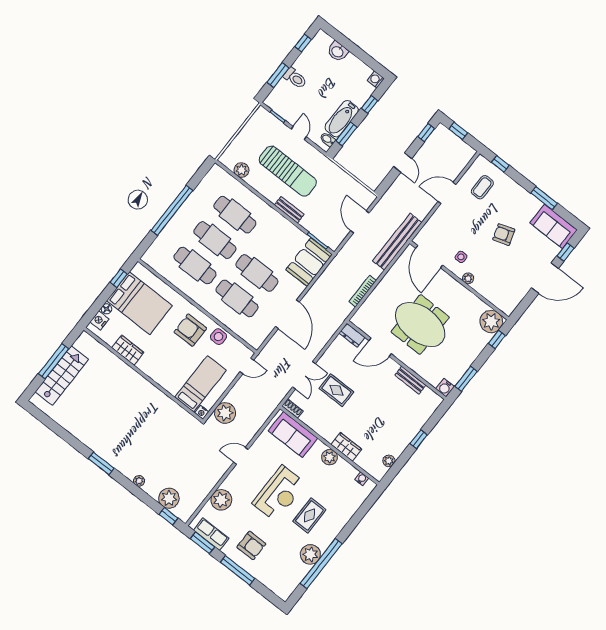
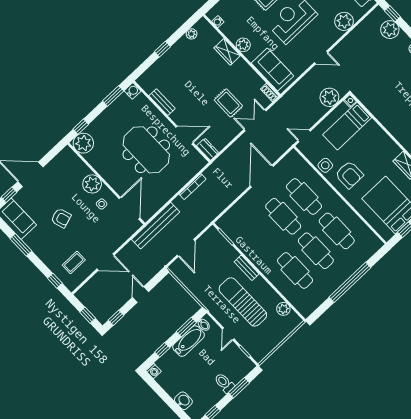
booth: (309, 262) -> (236, 219), removed
plant: (468, 278) -> (92, 184), width x1.88, depth x1.88

